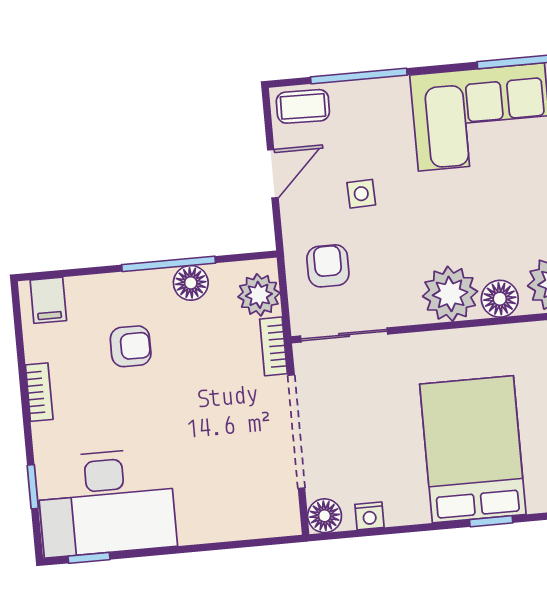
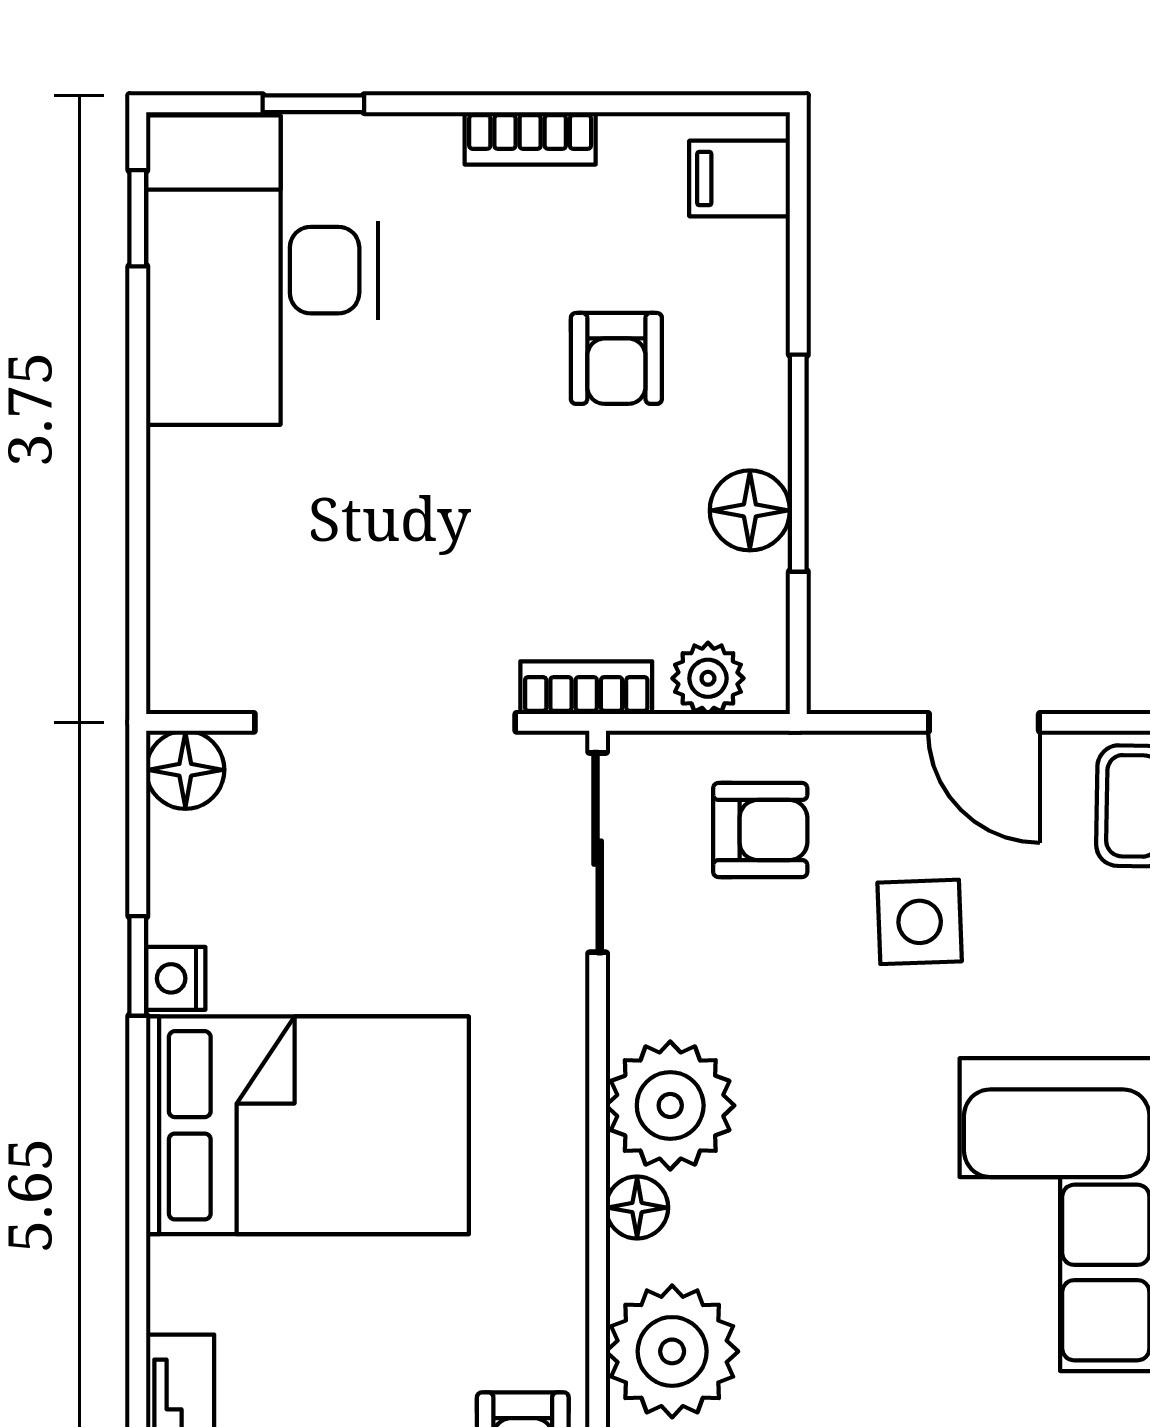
side table: (361, 194) -> (920, 922), width x1.37, depth x1.37
plant: (259, 295) -> (708, 678), width x0.73, depth x0.73
floor lamp: (500, 299) -> (637, 1208), width x0.73, depth x0.73
nightstand: (369, 516) -> (176, 978), moved
window: (491, 521) -> (138, 966), moved

